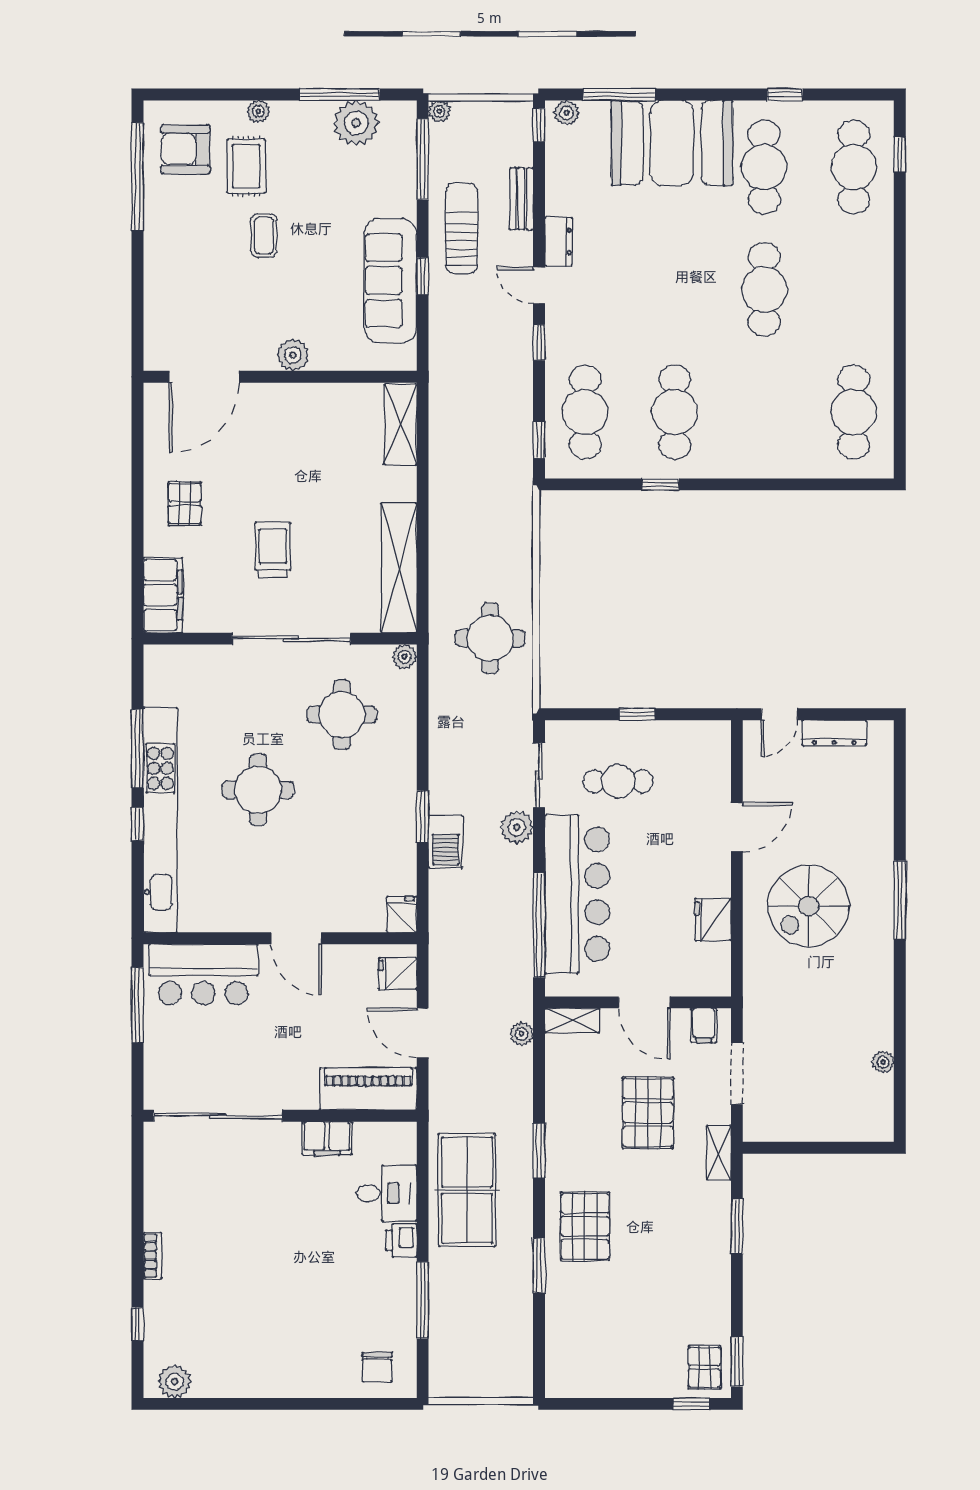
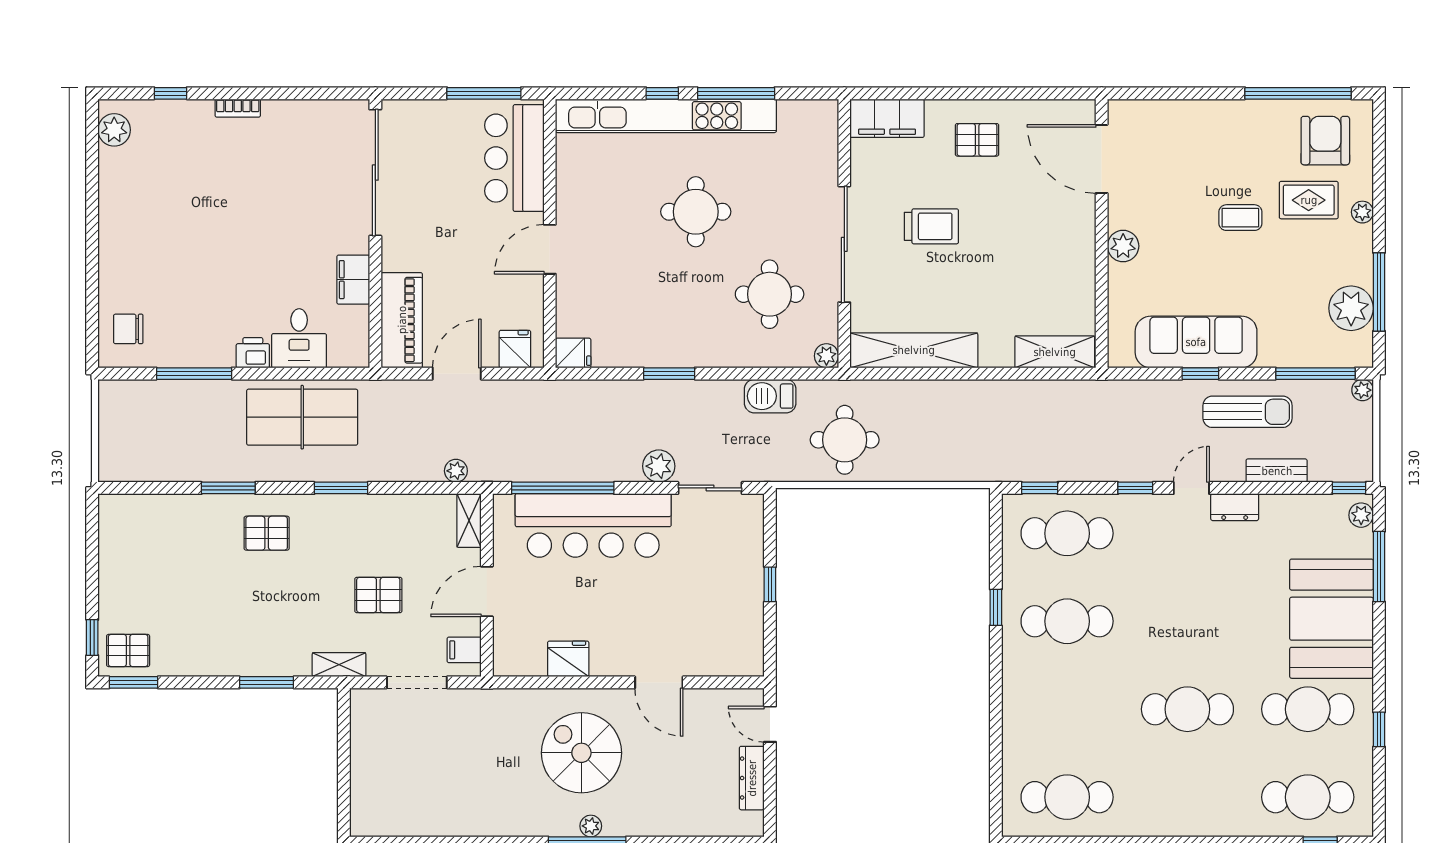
cafe table: (618, 781) -> (704, 566), removed
barbecue: (446, 842) -> (770, 396), moved
plant: (883, 1062) -> (591, 826), moved
pallet: (648, 1113) -> (378, 595), width x0.67, depth x0.71
pallet: (585, 1226) -> (267, 533), width x0.67, depth x0.71

